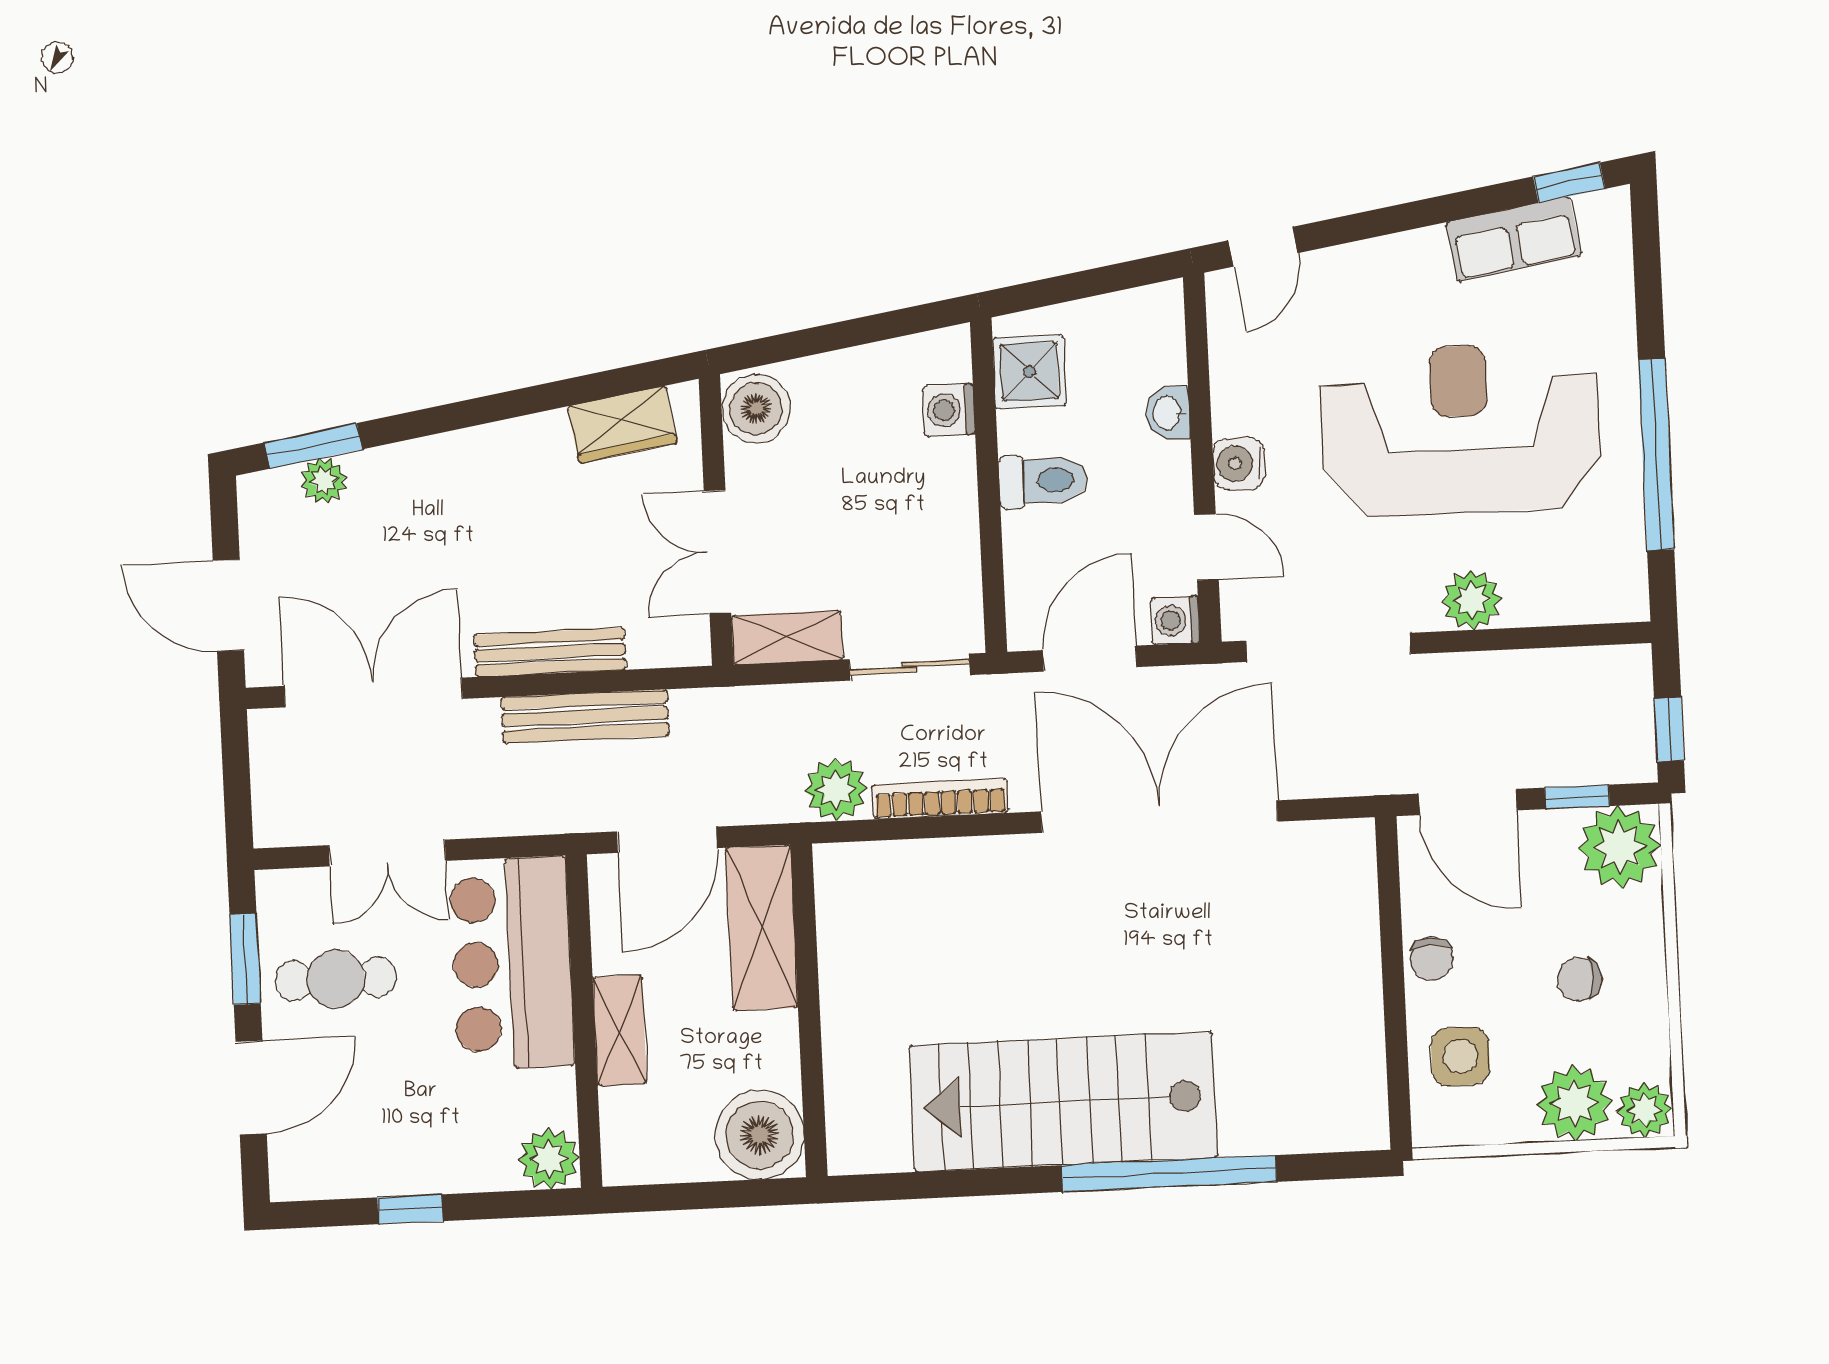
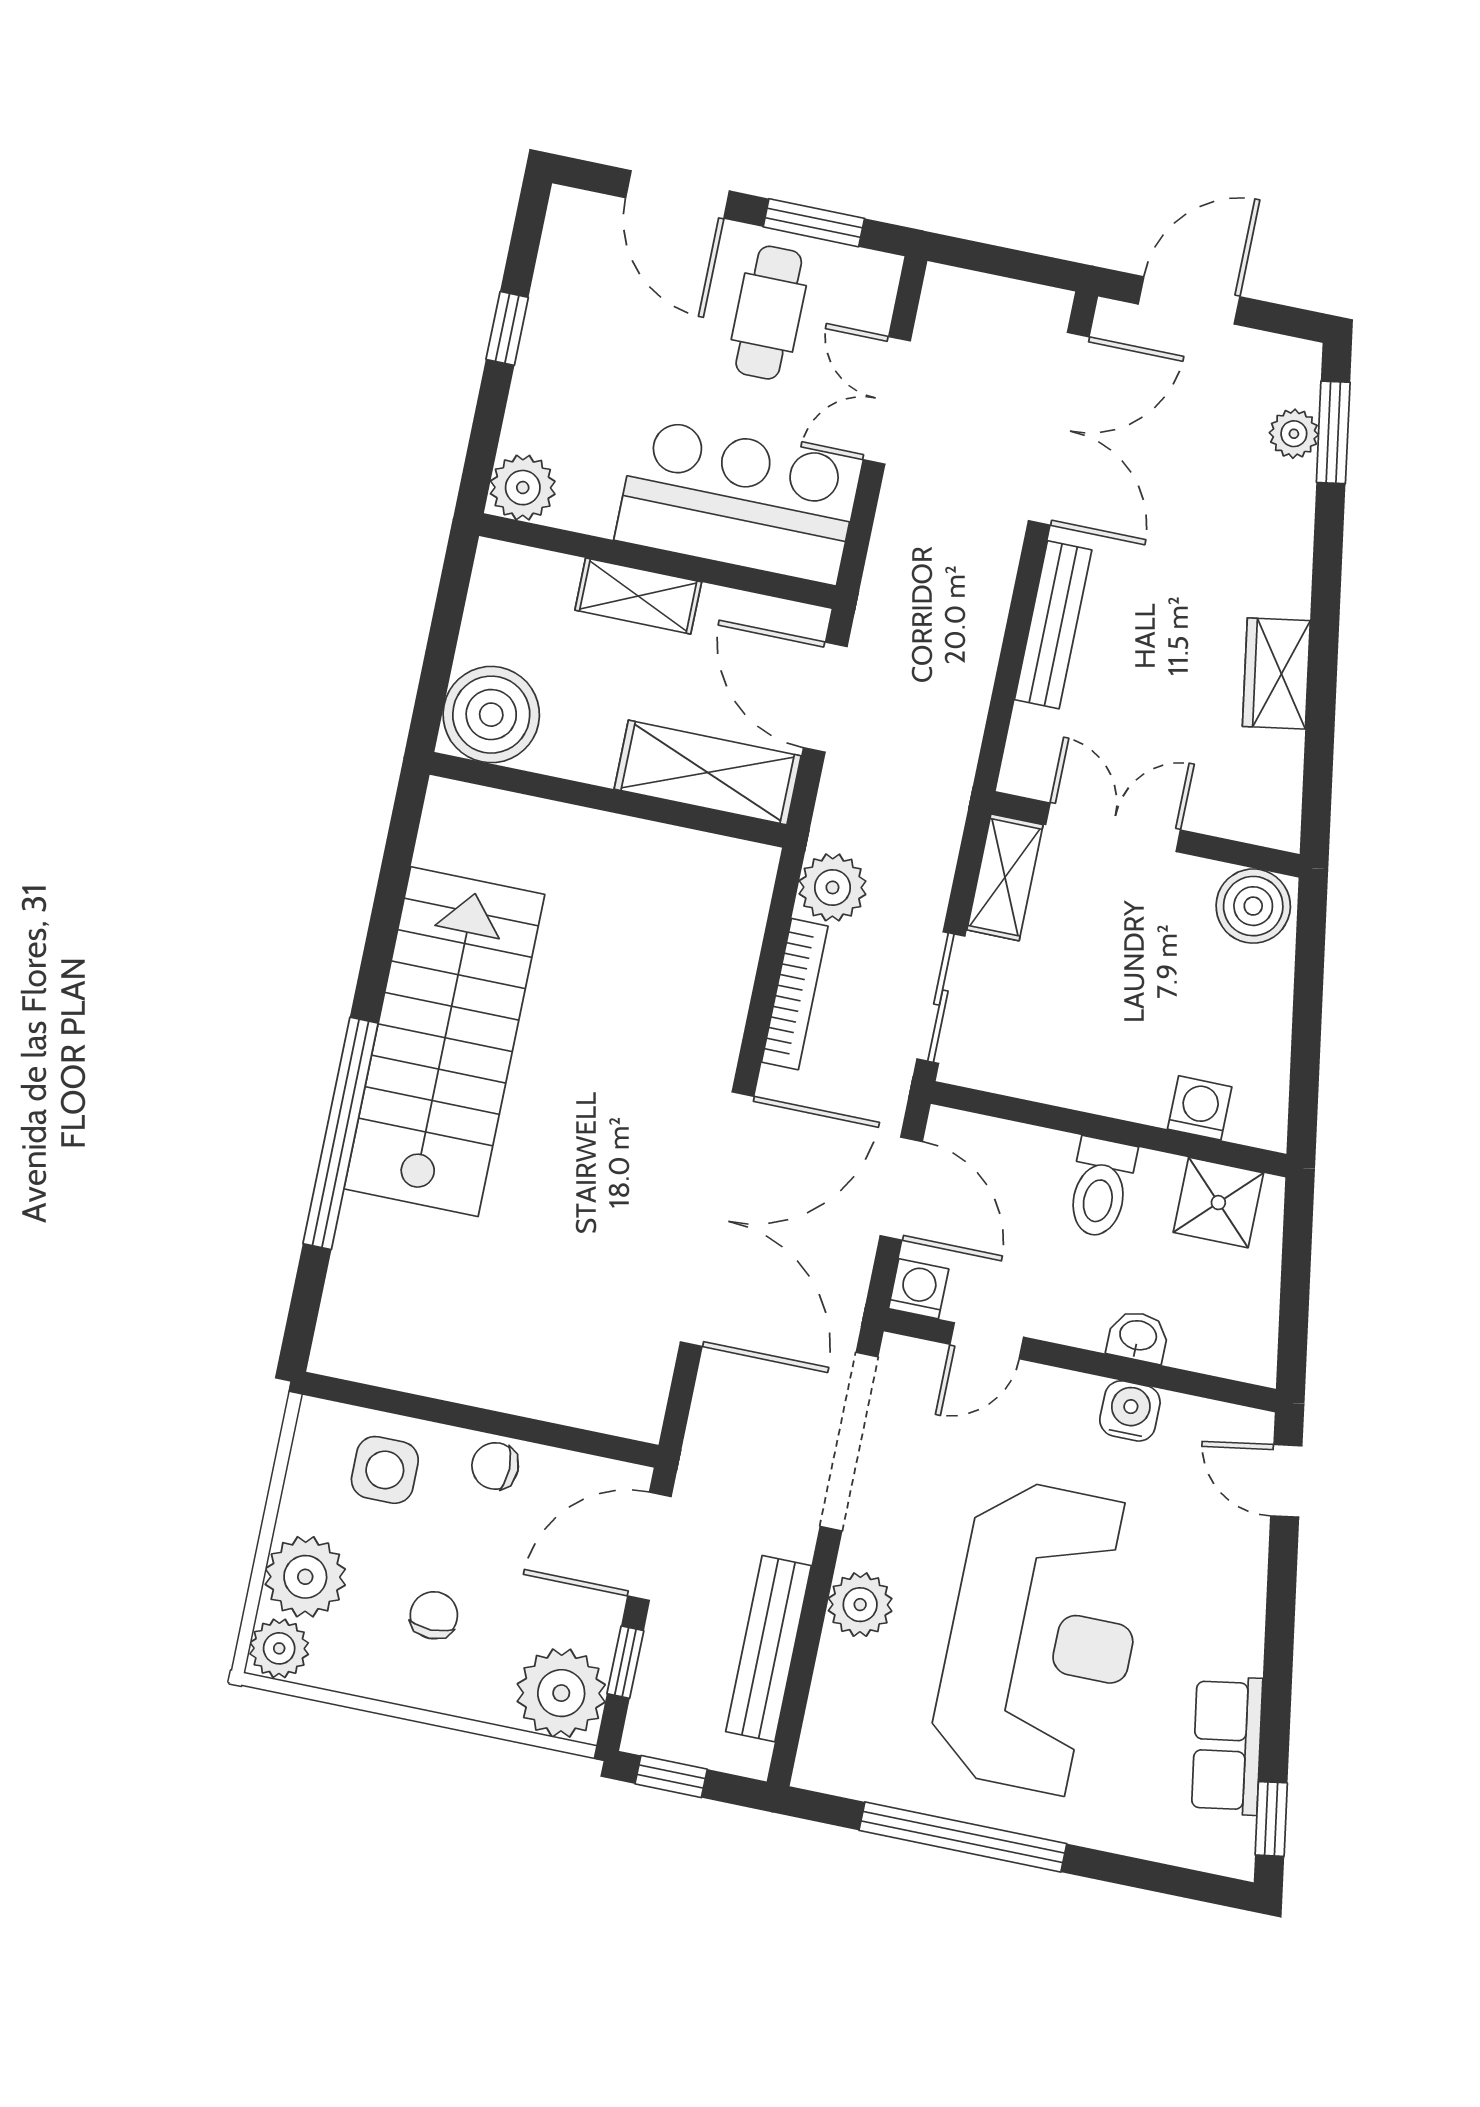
wardrobe: (622, 425) -> (1276, 674), moved
water cooler: (1239, 463) -> (1130, 1411), moved
bench: (585, 716) -> (769, 1649), moved

